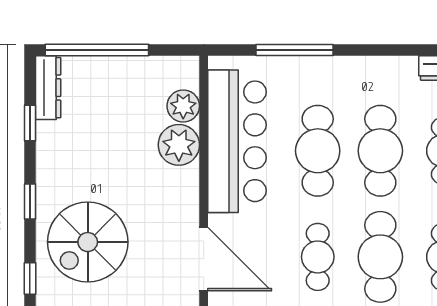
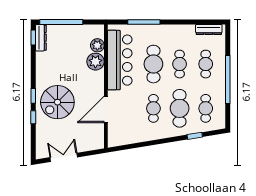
window: (30, 123) -> (33, 38), moved
cafe table: (380, 151) -> (180, 64), width x0.73, depth x0.74
window: (30, 201) -> (33, 96), moved
door: (204, 259) -> (106, 109), swing flipped

